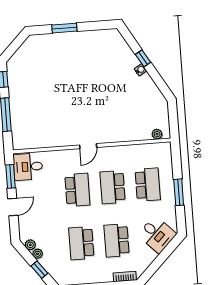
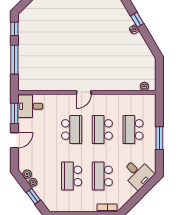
school desk: (148, 185) -> (133, 130), turned 180

